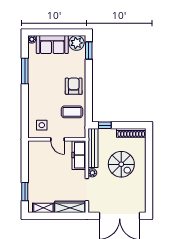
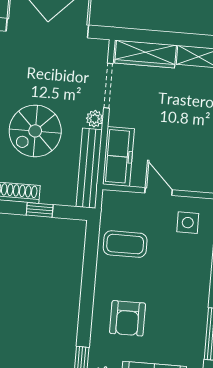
armchair: (74, 86) -> (128, 318), moved
window: (105, 125) -> (40, 210), moved
spiral stairs: (121, 164) -> (35, 131), turned -90

